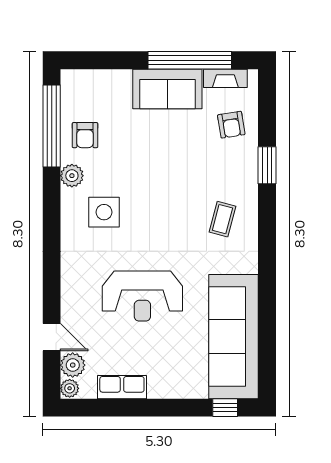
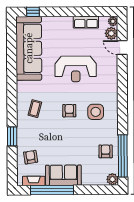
plant: (72, 176) -> (112, 179), moved
armchair: (155, 215) -> (69, 111), added
reception desk: (142, 296) -> (76, 69), turned 180

